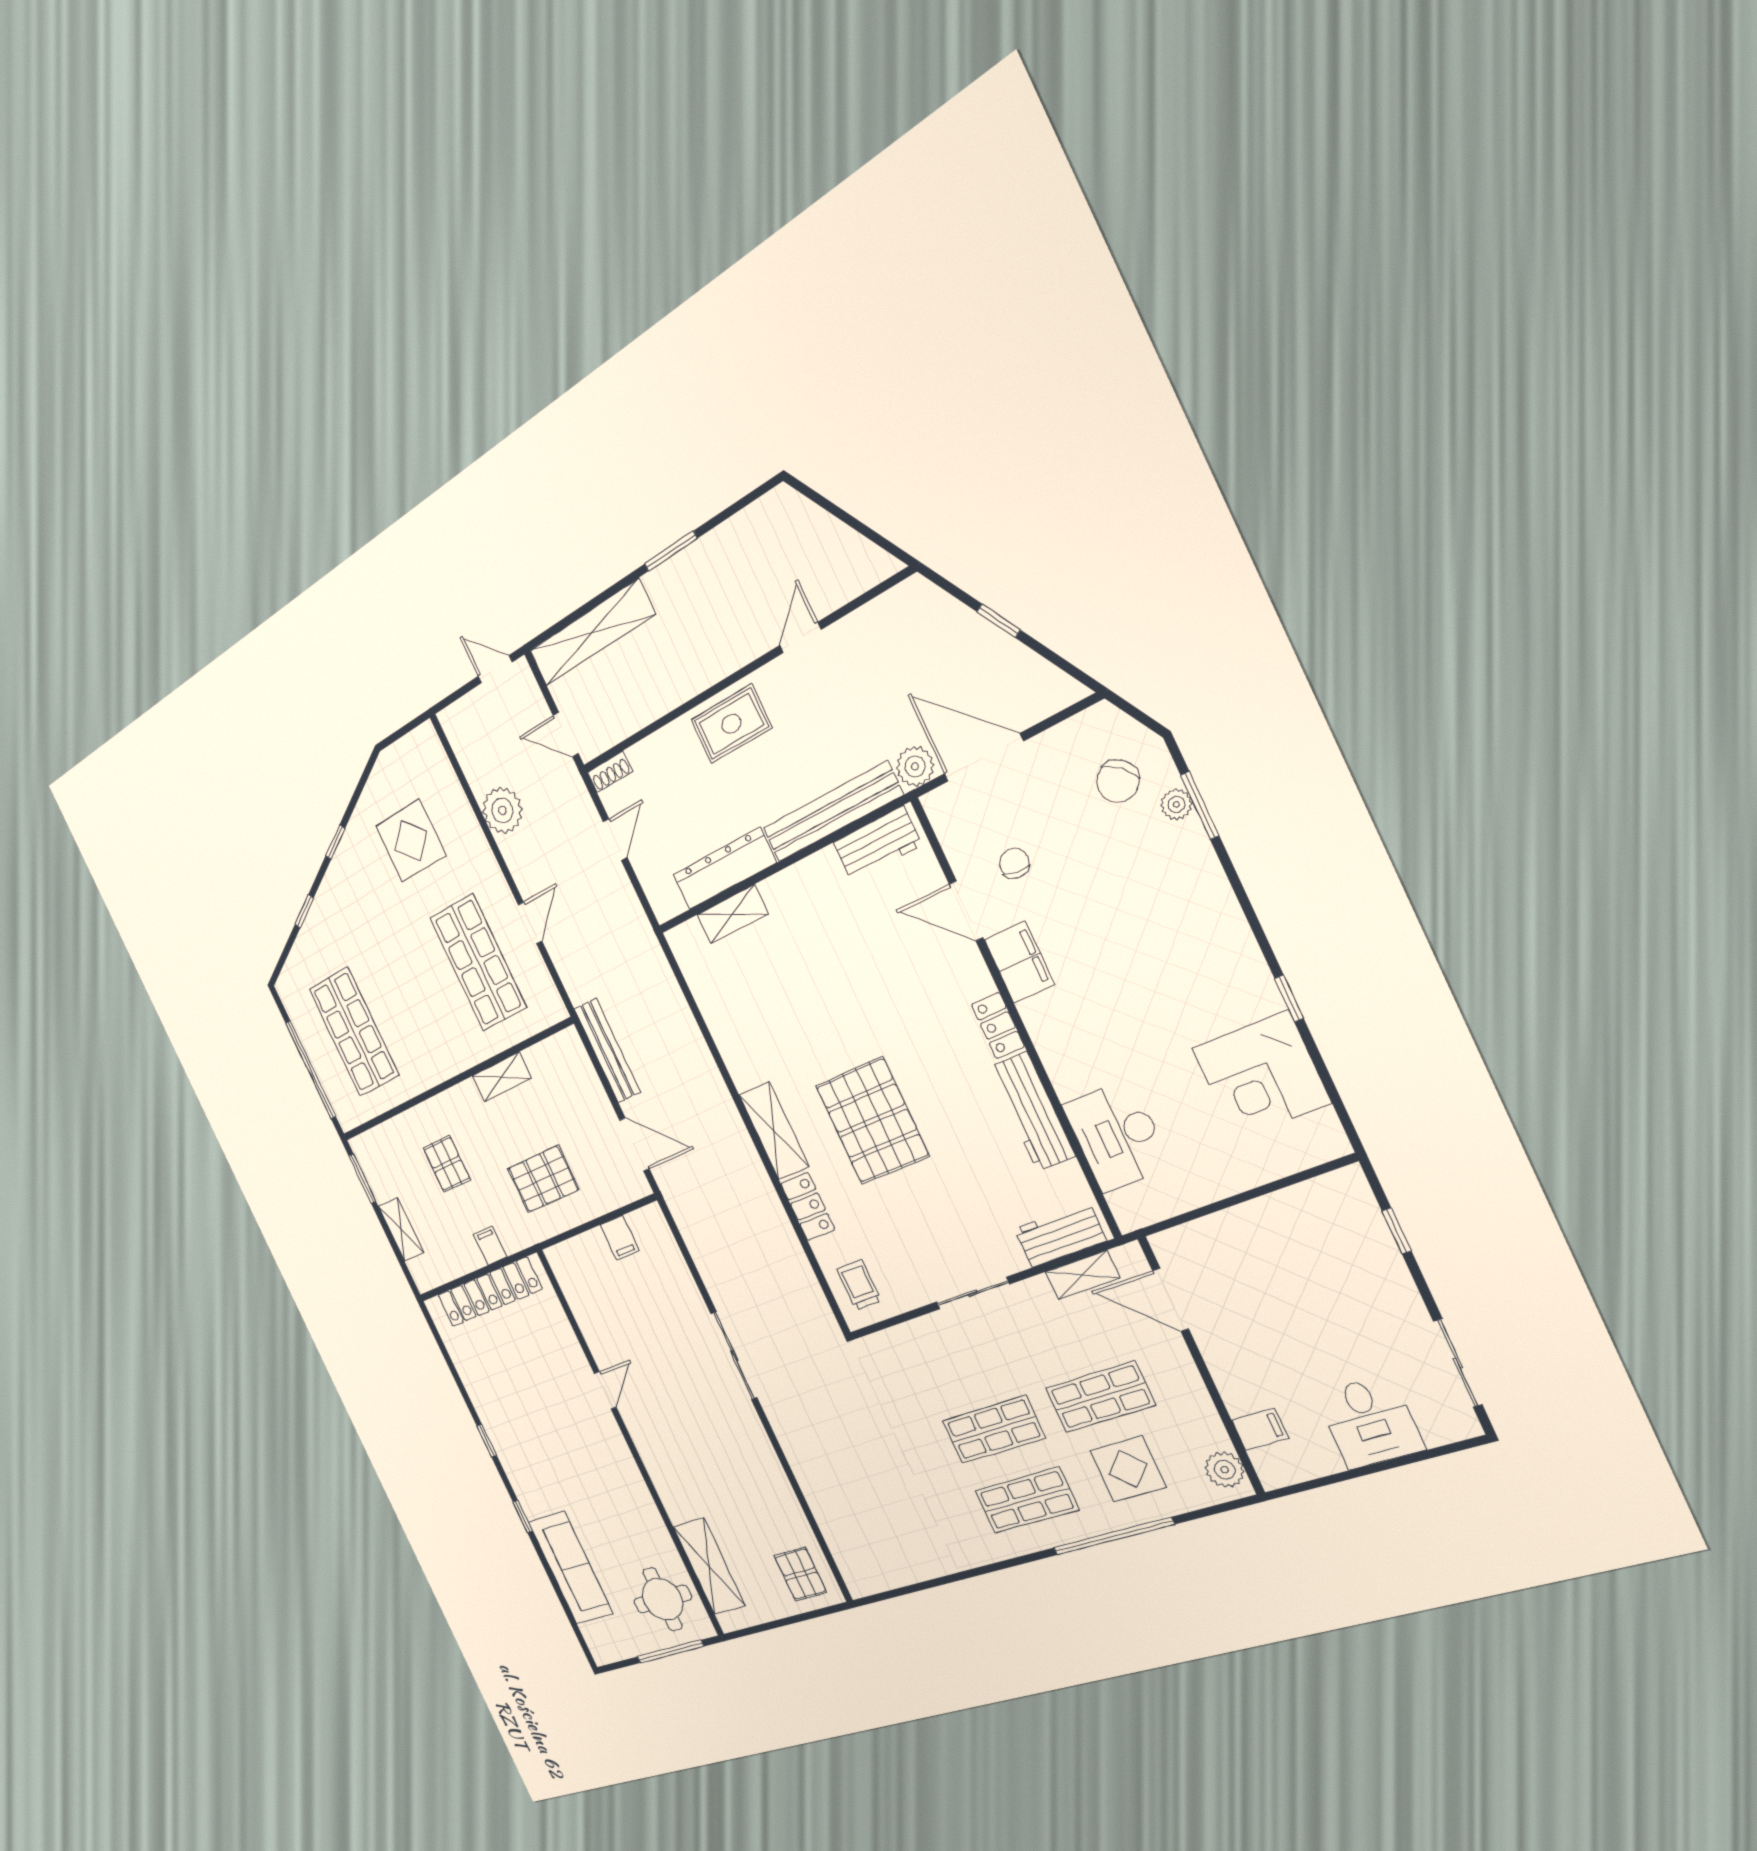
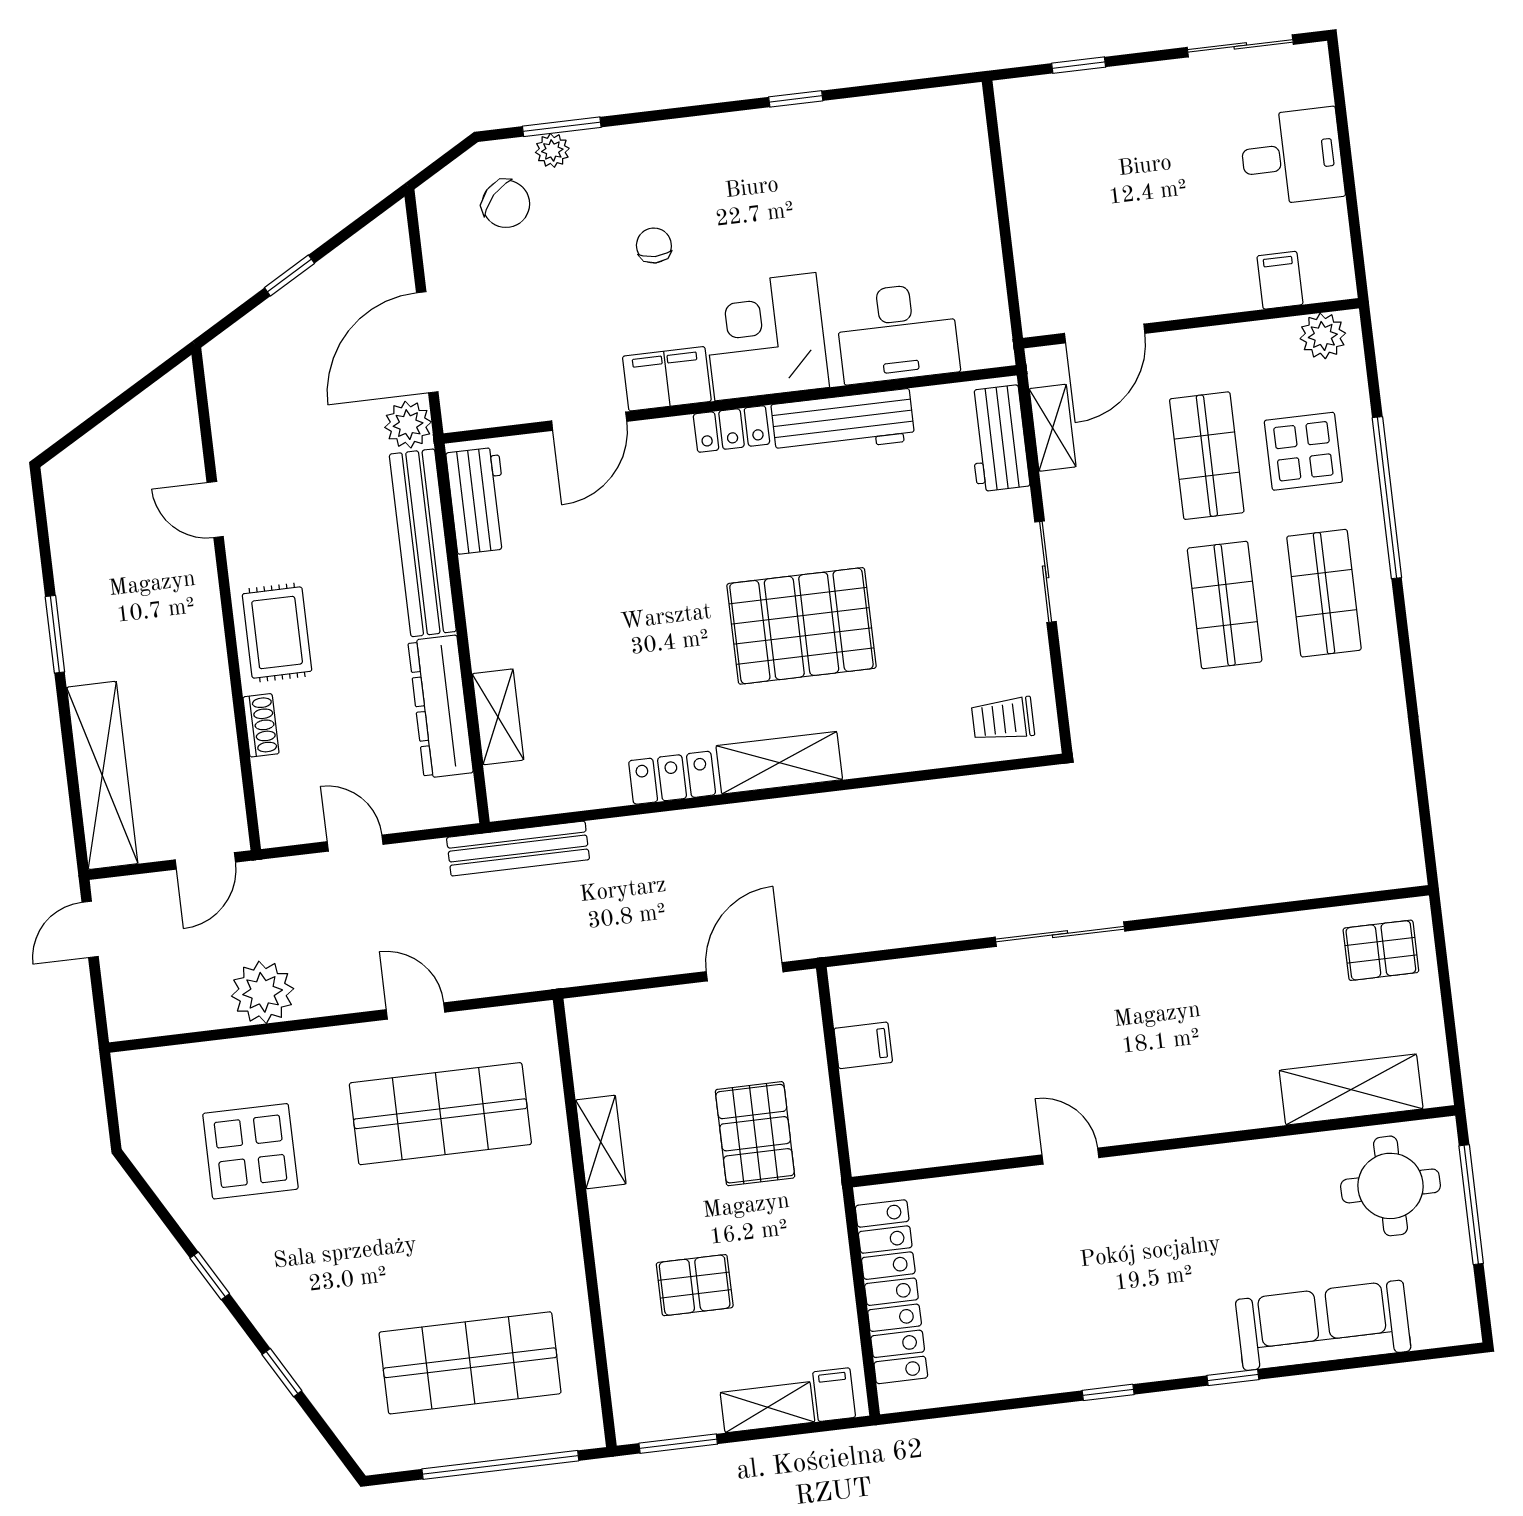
shoe rack: (610, 772) -> (261, 725), moved
chair: (1014, 863) -> (654, 245), moved, turned 83
bench: (607, 1051) -> (518, 849), moved
corner desk: (1261, 1076) -> (765, 337), moved, turned 180
locker: (808, 1207) -> (672, 778), moved
filing cabinet: (490, 1246) -> (834, 1395), moved, turned 90

